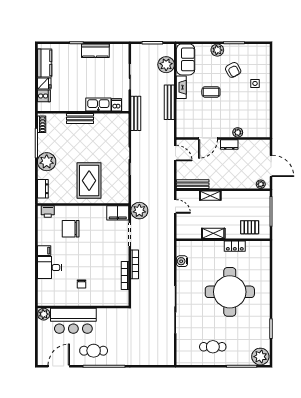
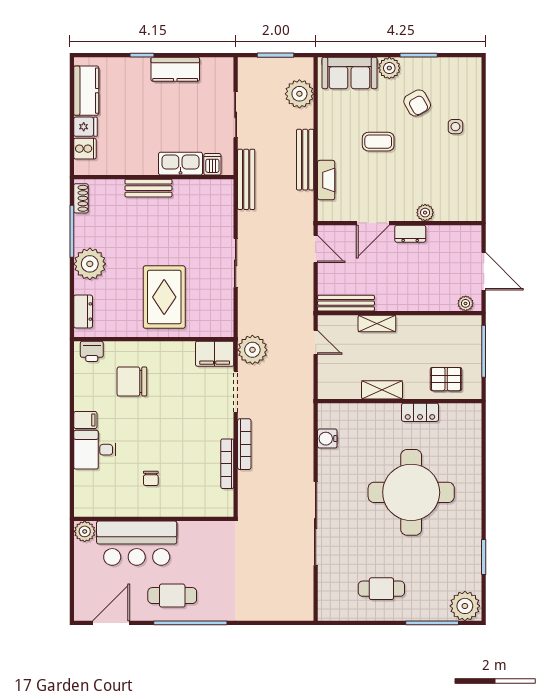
sofa: (186, 59) -> (349, 73), moved, turned 90
fireplace: (181, 87) -> (326, 180), moved

